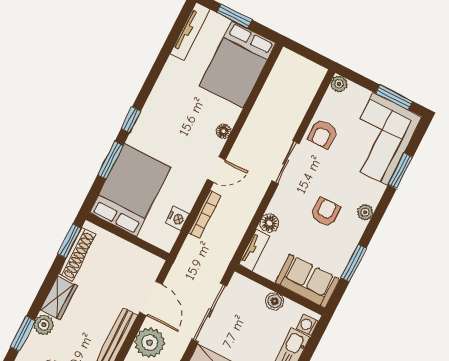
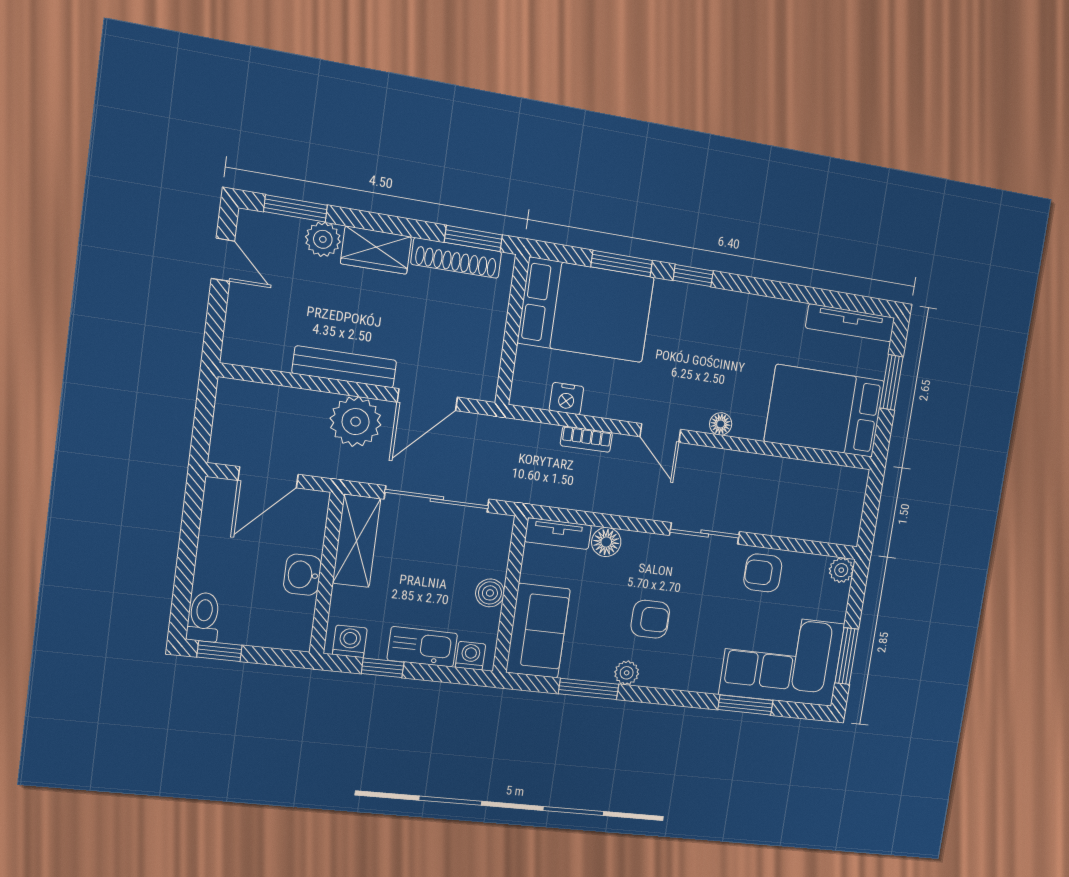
plant: (365, 212) -> (627, 673), moved
bookcase: (205, 215) -> (586, 439), width x0.64

